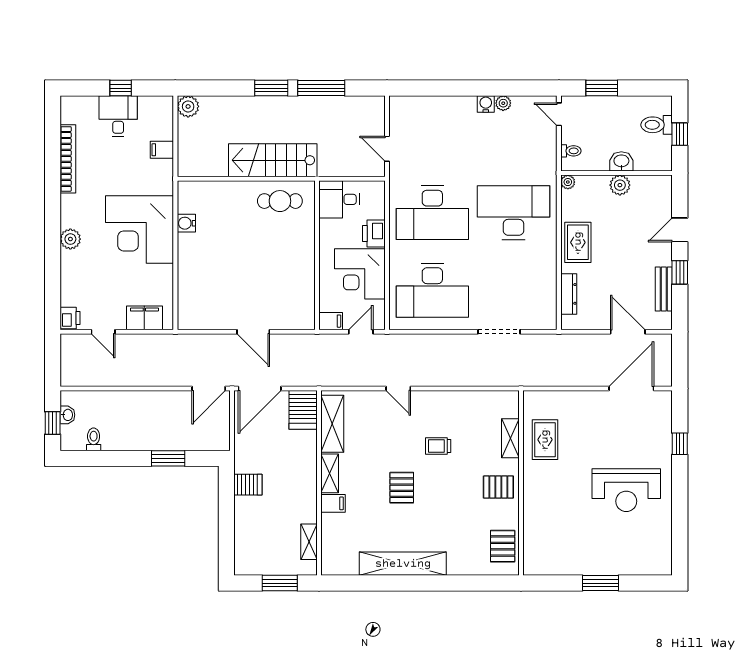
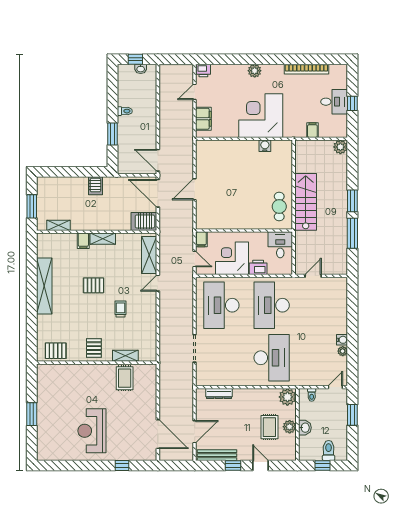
plant: (568, 182) -> (287, 397), width x1.88, depth x1.88
rug: (578, 242) -> (269, 427), moved, turned 90
bench: (664, 289) -> (217, 455), width x1.36
shelving: (332, 424) -> (149, 255), moved, turned 90
toilet: (94, 439) -> (125, 111), moved
rug: (545, 440) -> (125, 378), turned 90

